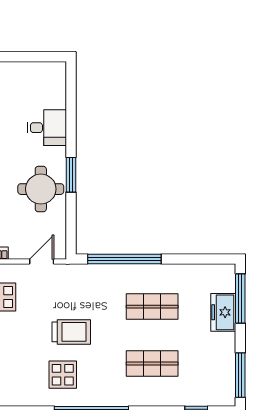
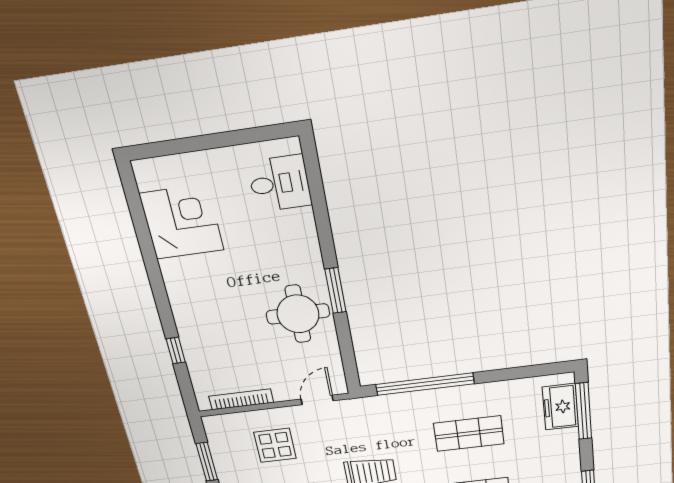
desk: (47, 128) -> (280, 183), moved
freezer: (223, 312) -> (560, 407), moved

